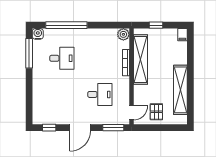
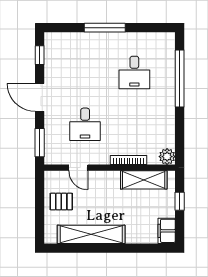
water cooler: (38, 34) -> (168, 40), removed
filing cabinet: (182, 35) -> (167, 231), width x2.00
window: (29, 53) -> (105, 28), moved
shelving: (140, 59) -> (144, 180), width x0.68
door: (132, 113) -> (78, 168), moved

